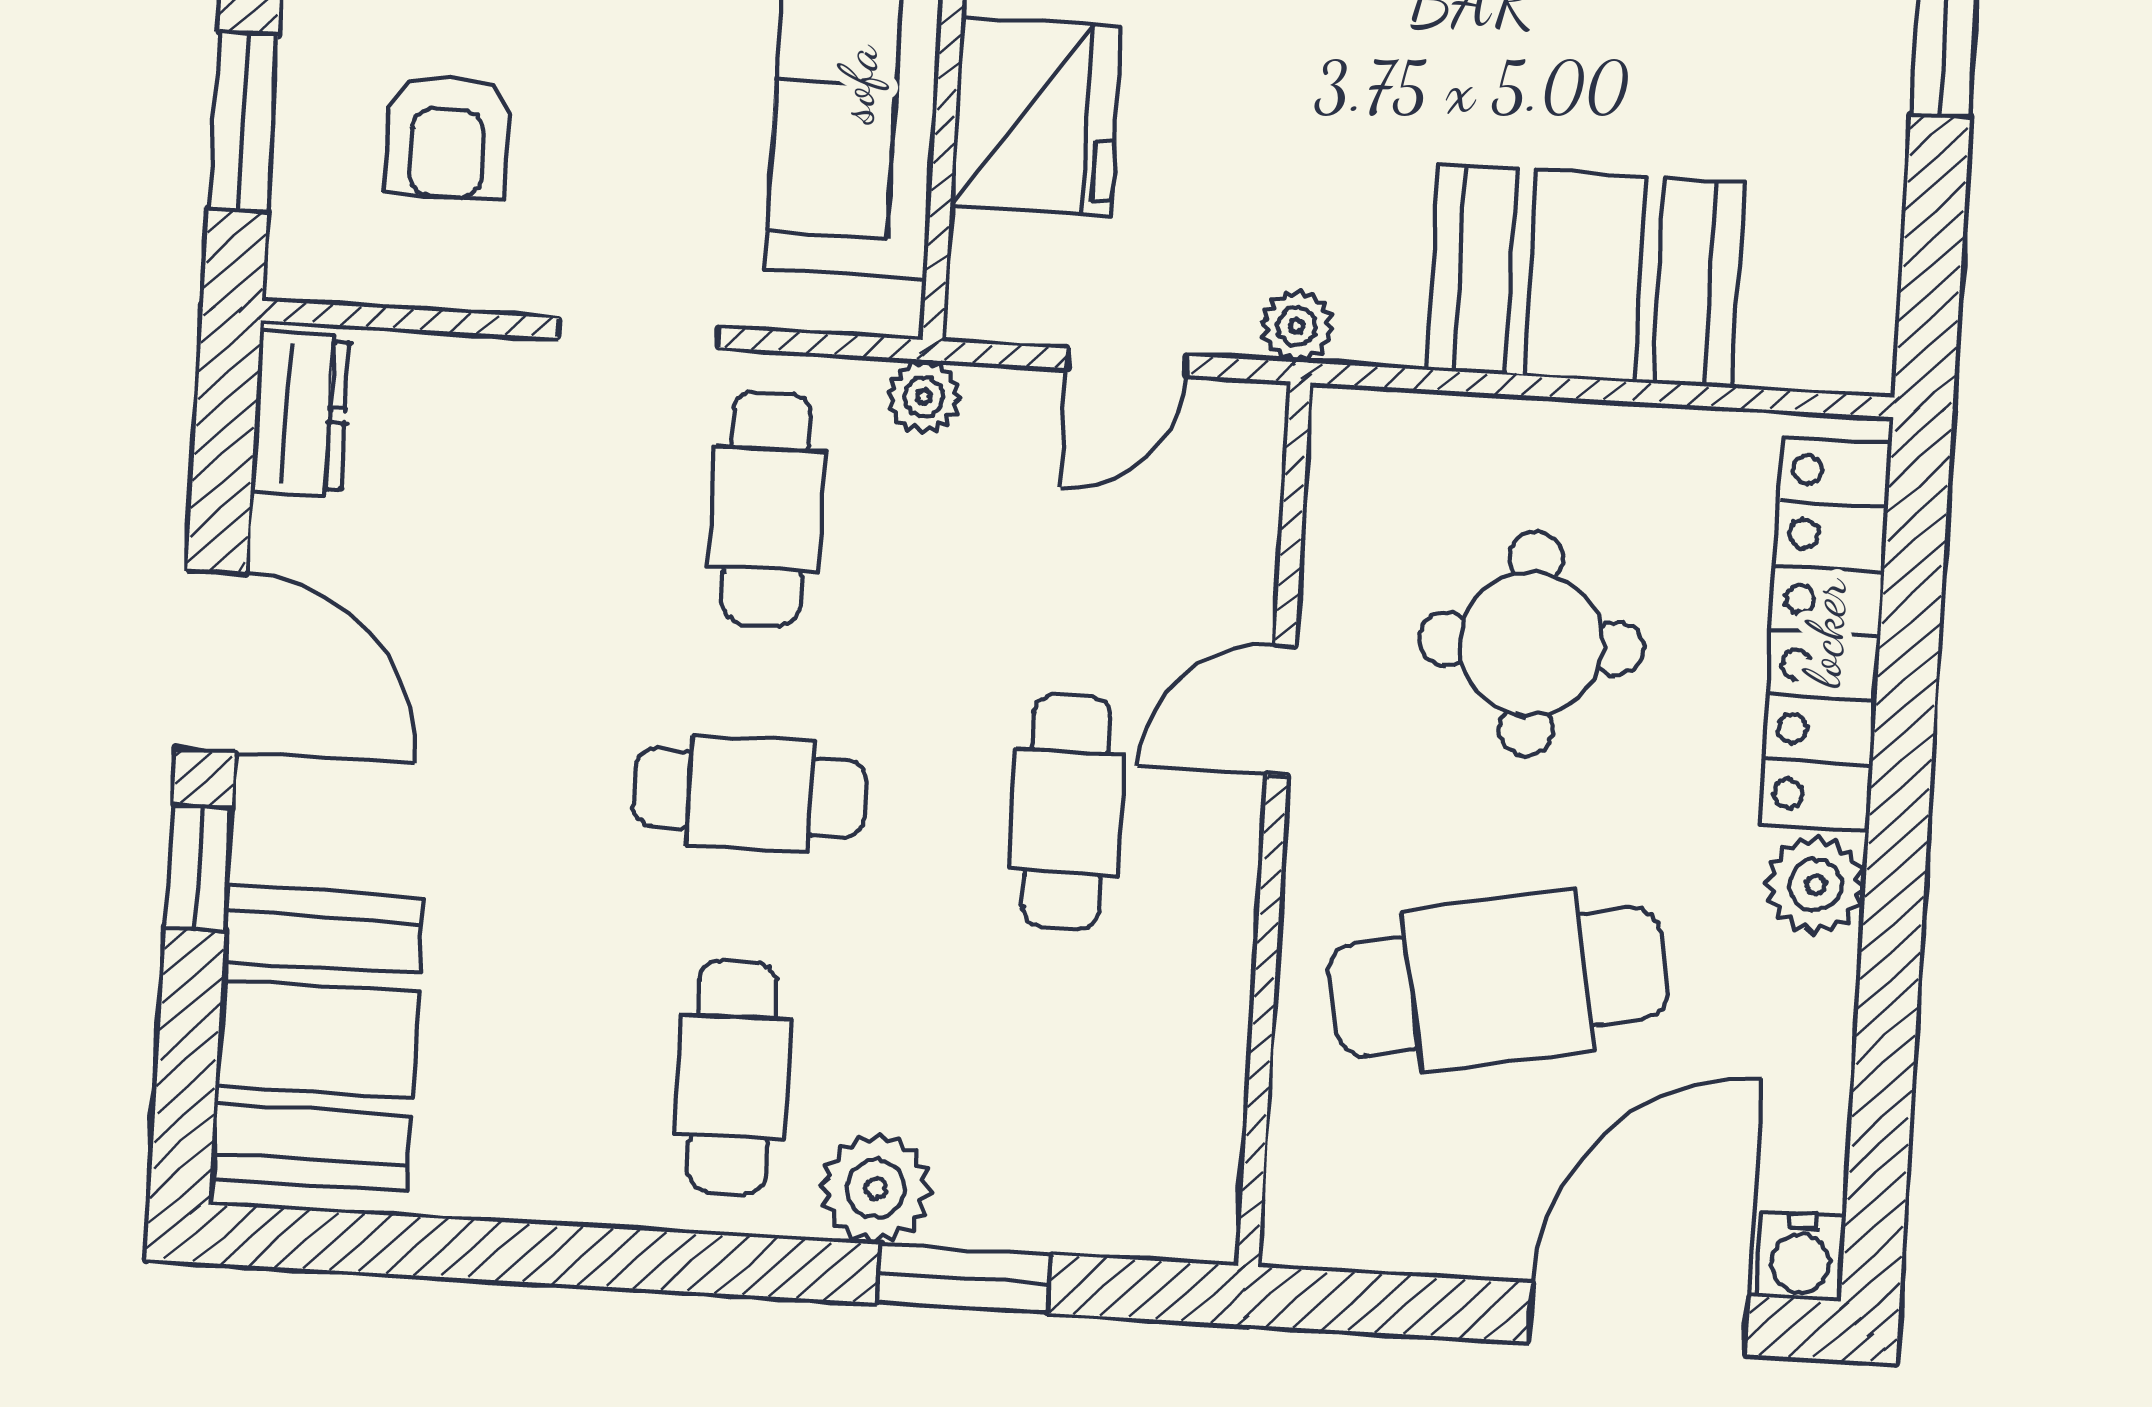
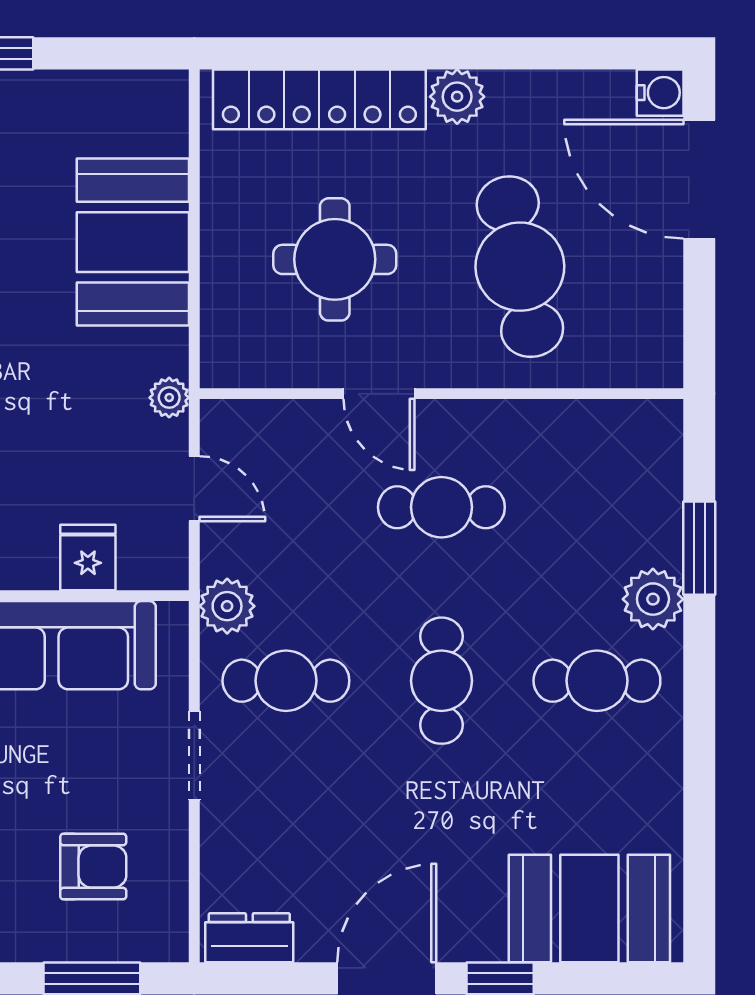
fridge: (1036, 117) -> (88, 558), width x0.53, depth x0.75
plant: (924, 396) -> (227, 606), width x1.38, depth x1.38

